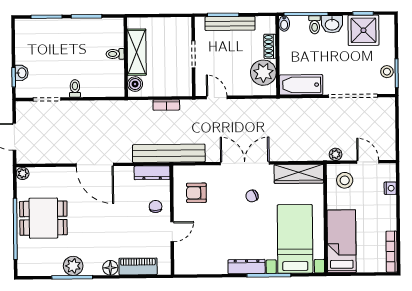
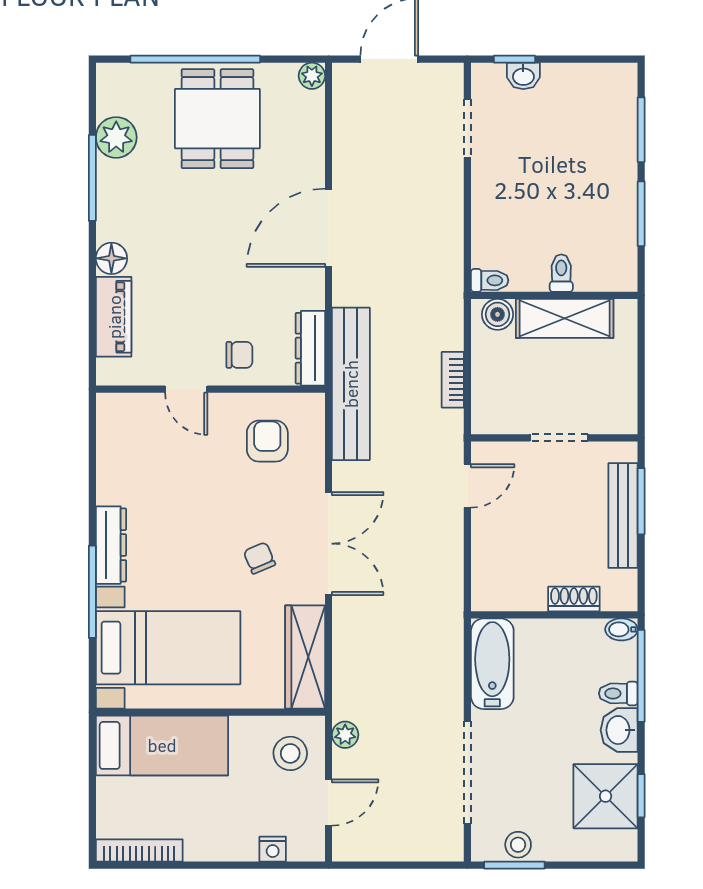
plant: (263, 73) -> (519, 585), removed
toilet: (75, 88) -> (490, 280), moved
plant: (73, 266) -> (116, 137), moved

